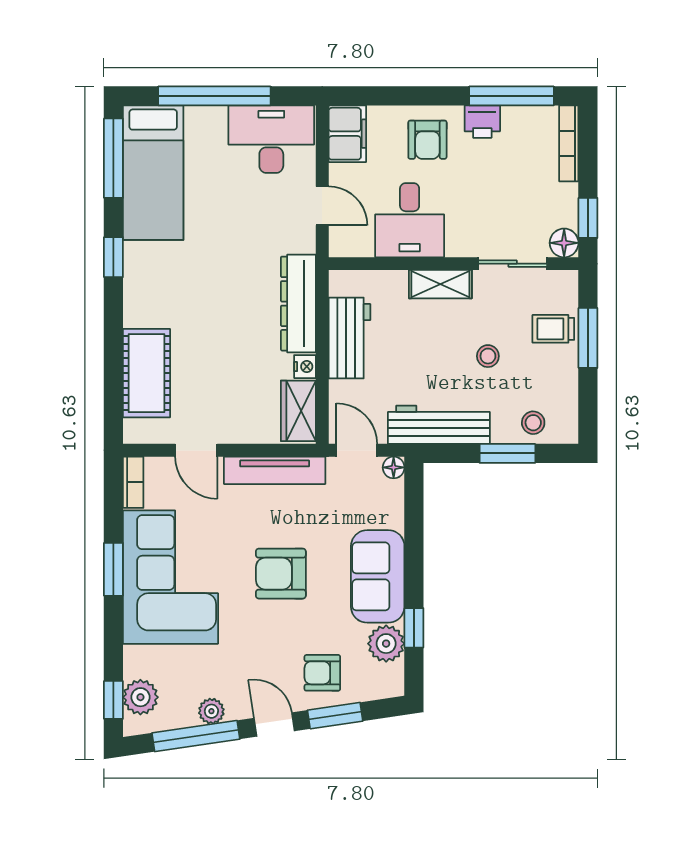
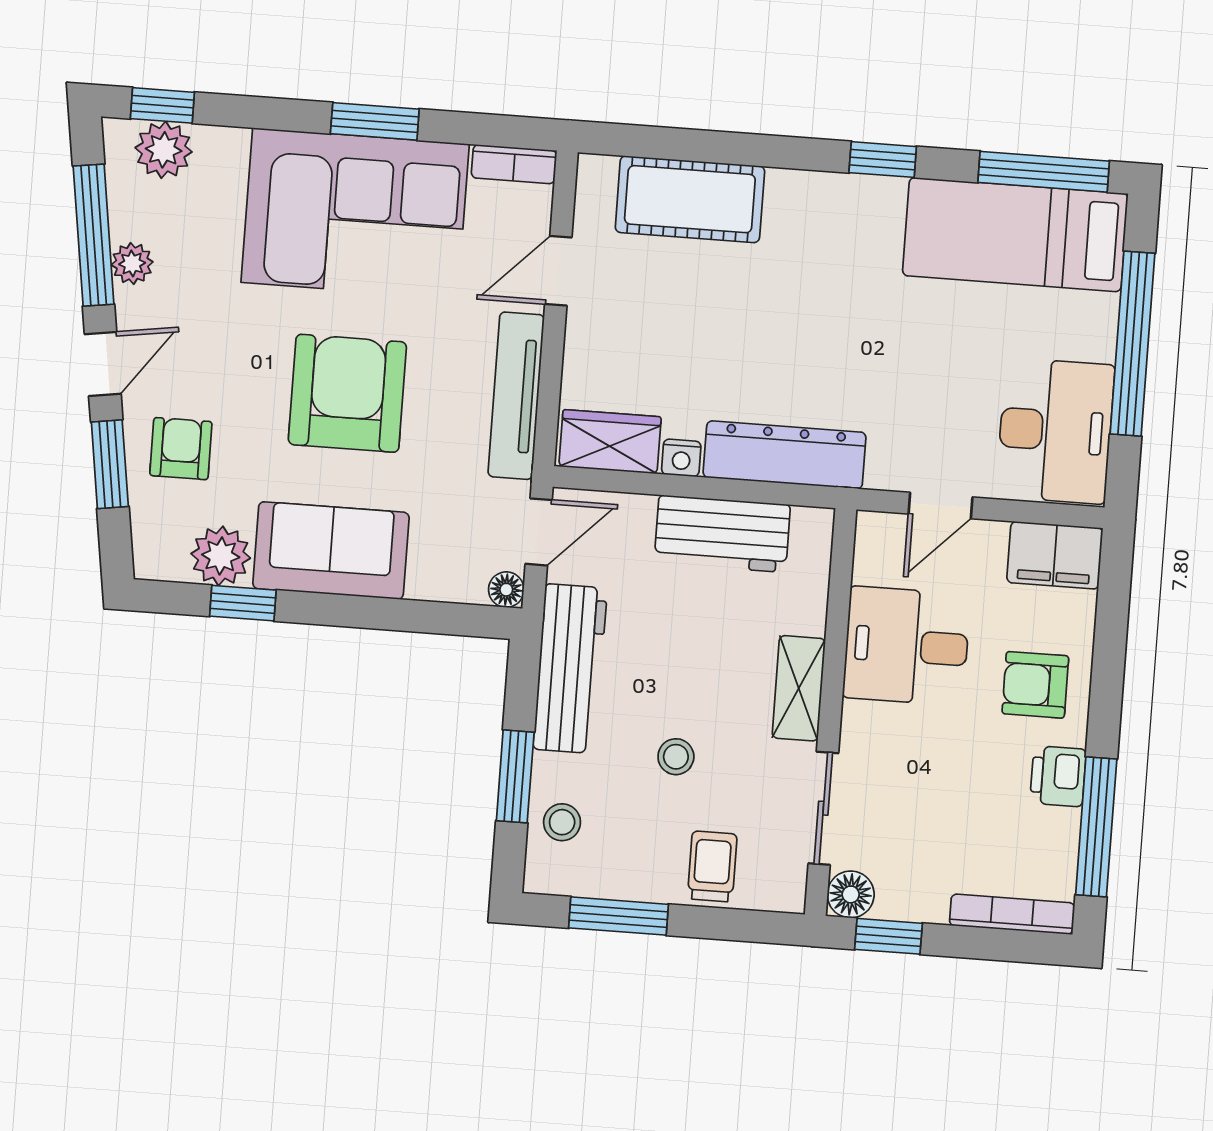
window: (588, 338) -> (619, 916), moved
armchair: (281, 574) -> (347, 393), width x1.36, depth x1.36

